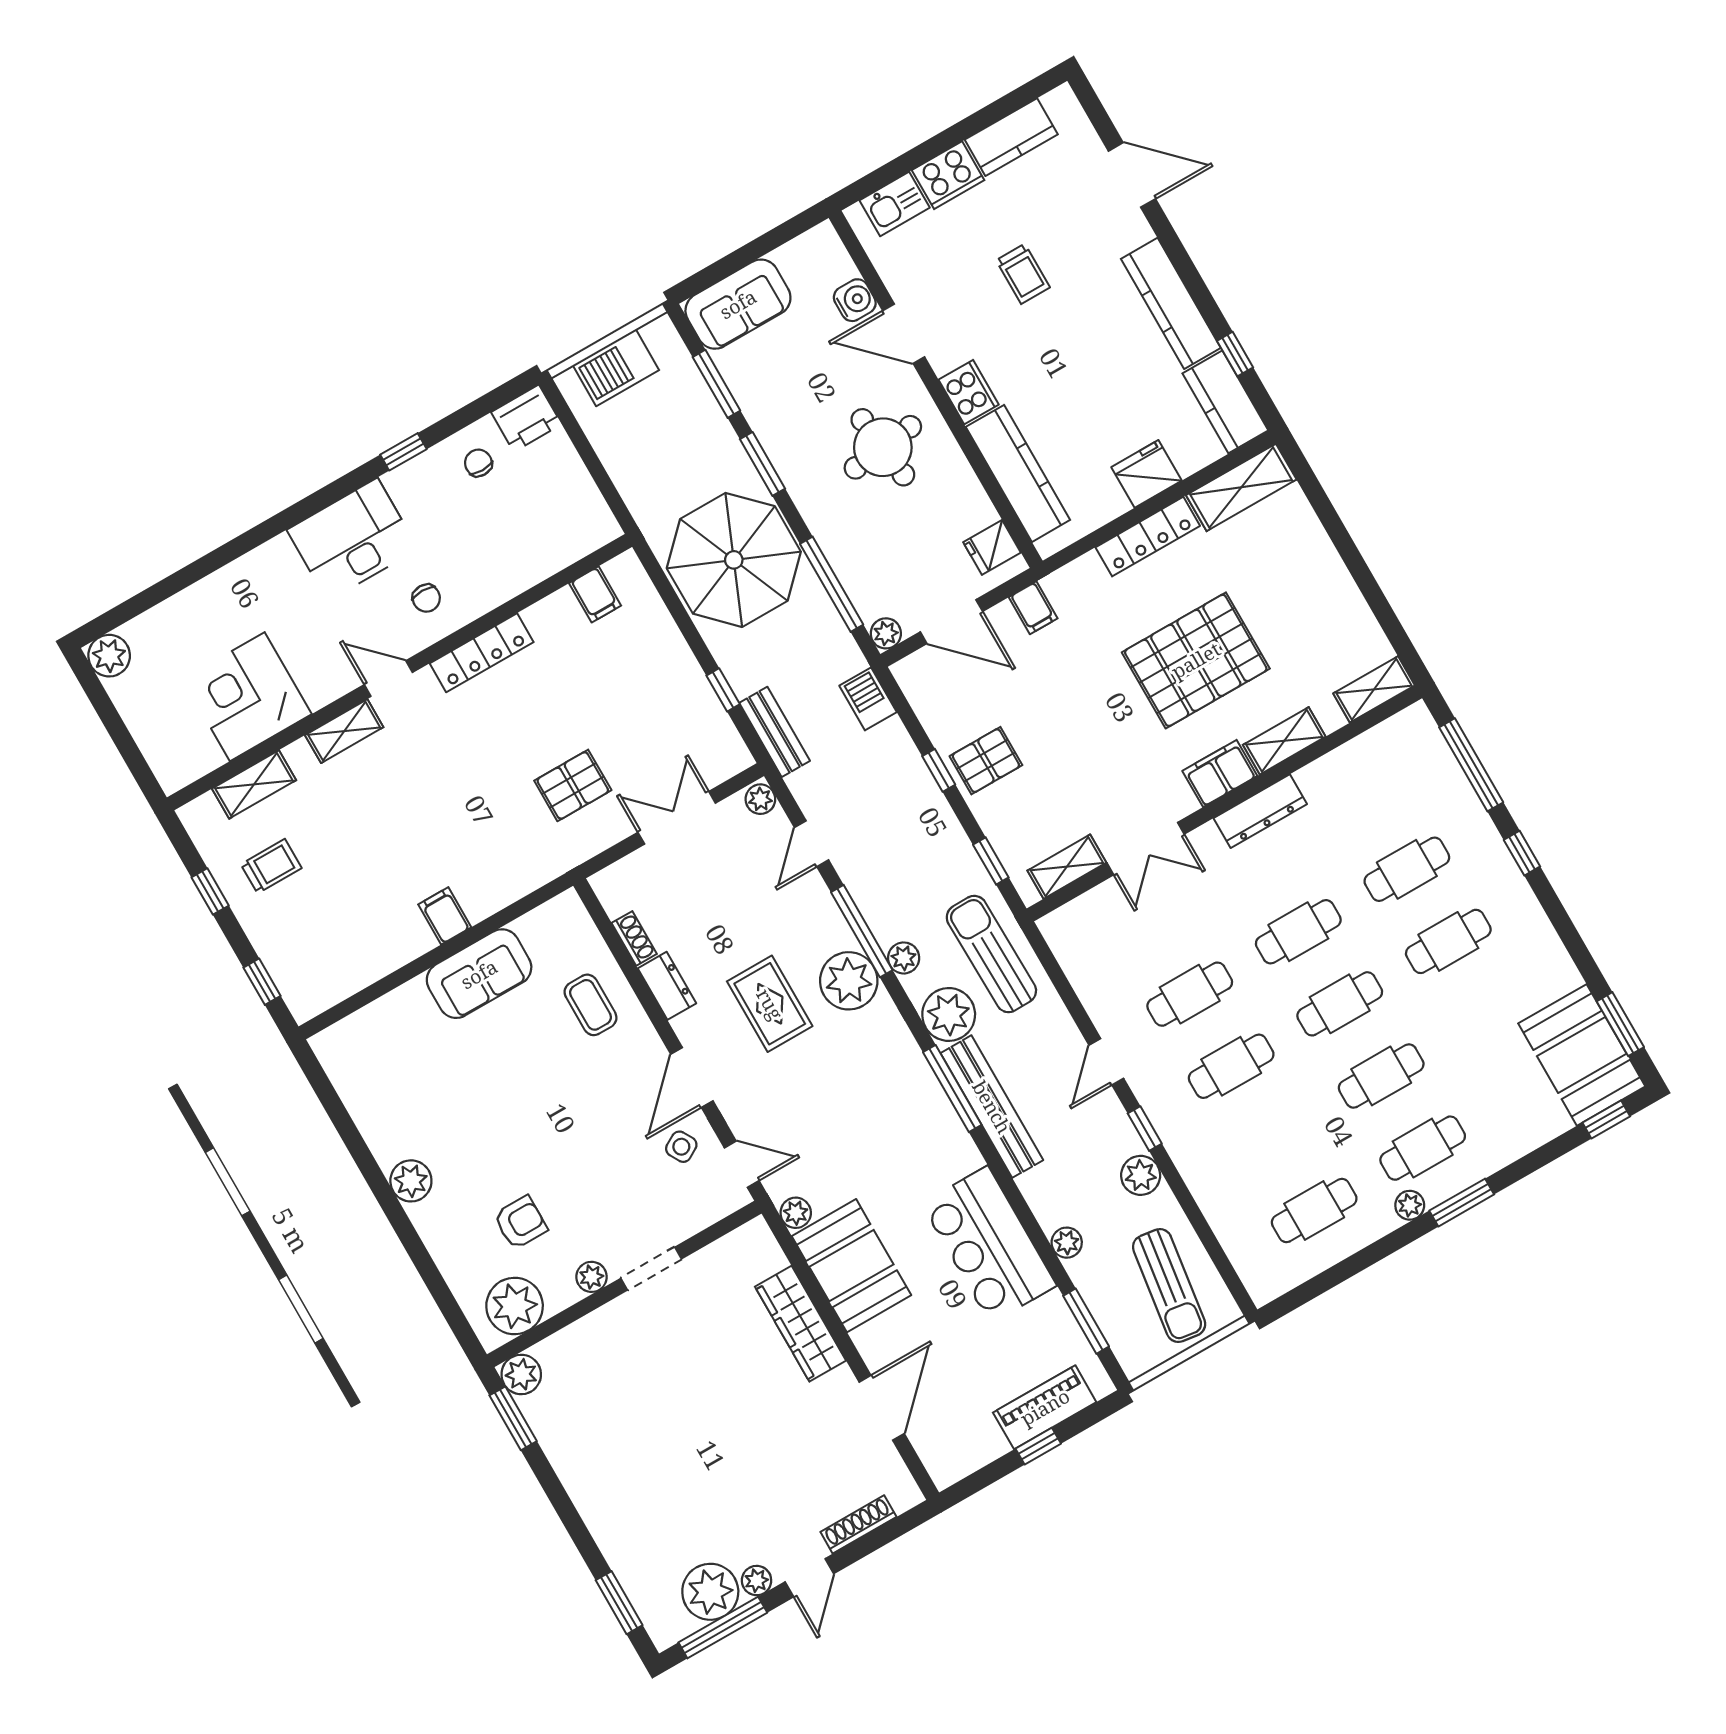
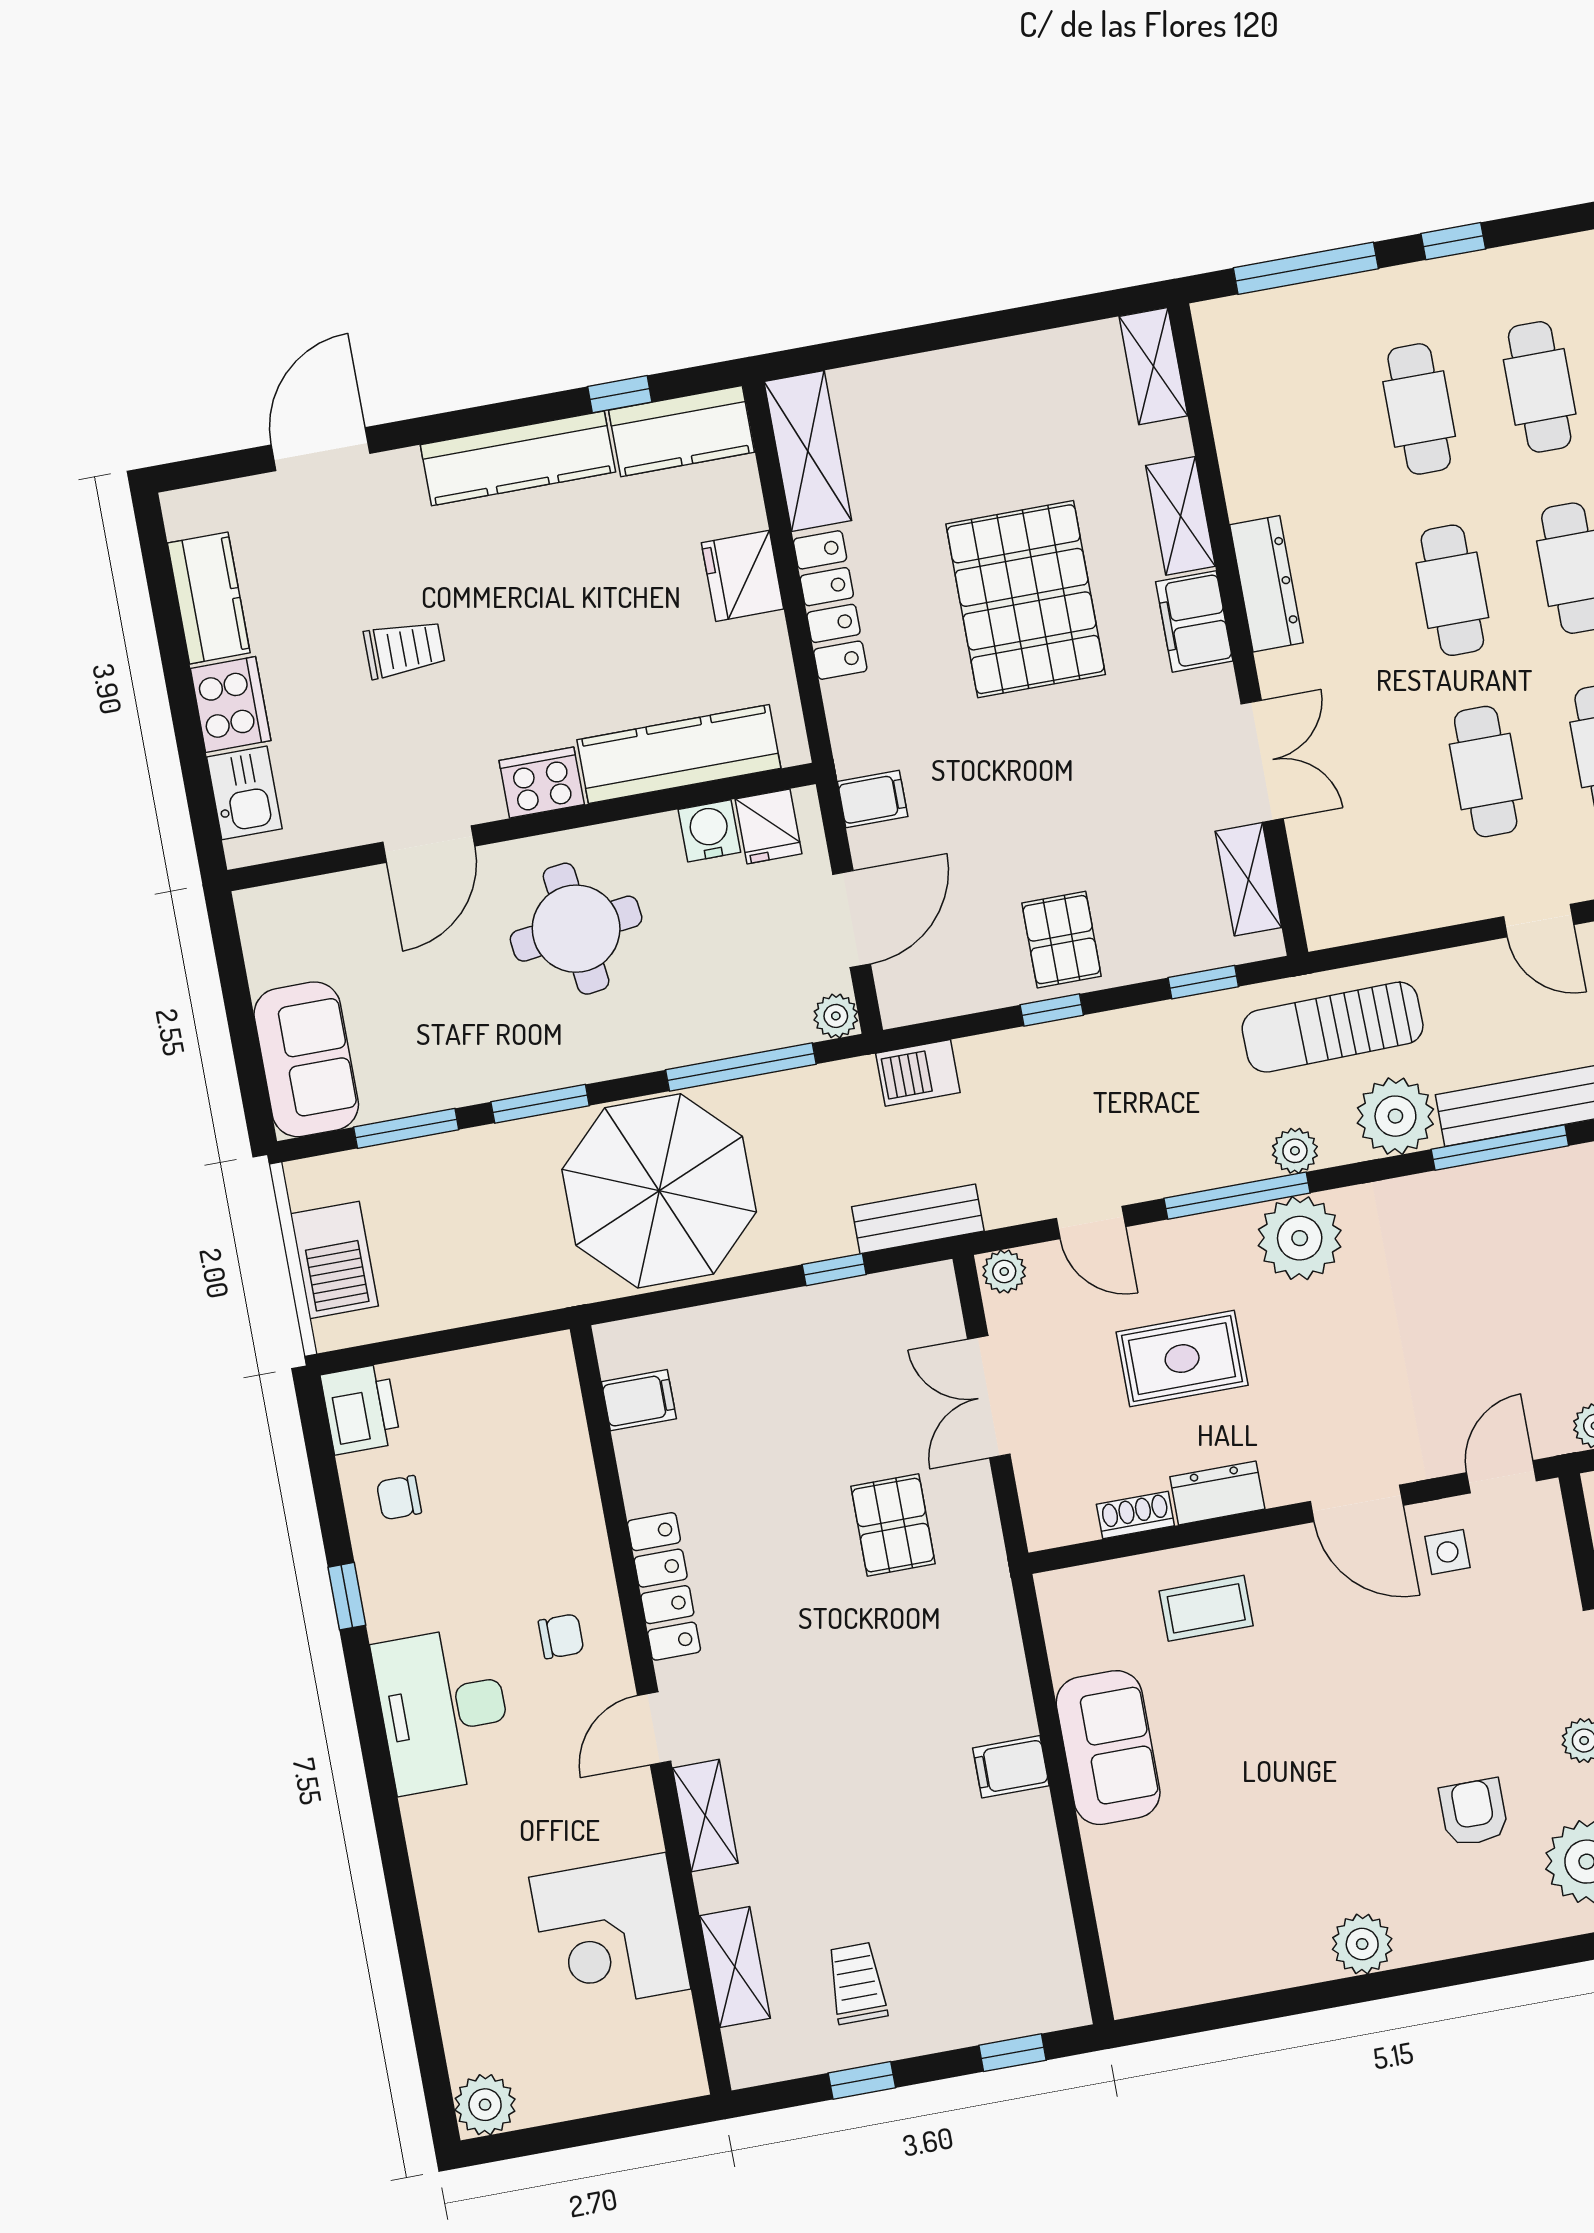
water cooler: (855, 300) -> (709, 831), moved
rug: (770, 1004) -> (1182, 1359), moved
side table: (681, 1147) -> (1448, 1552), turned 30

